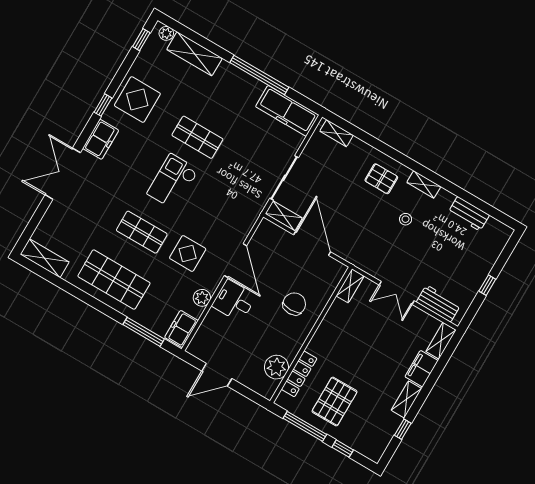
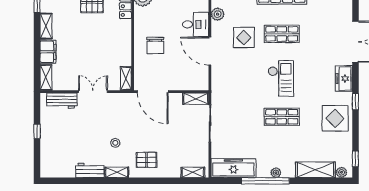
plant: (242, 77) -> (276, 173), added
workbench: (469, 214) -> (90, 170), moved
door: (312, 243) -> (153, 92), moved

